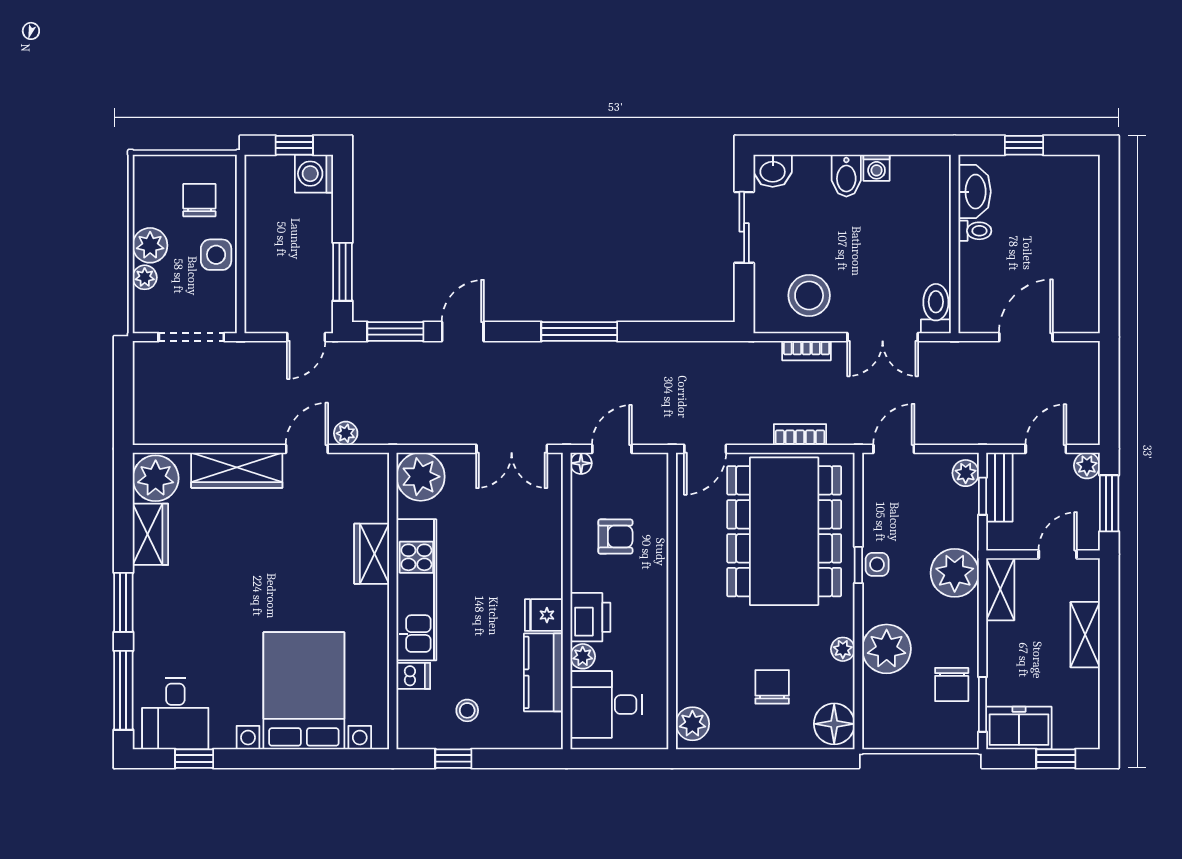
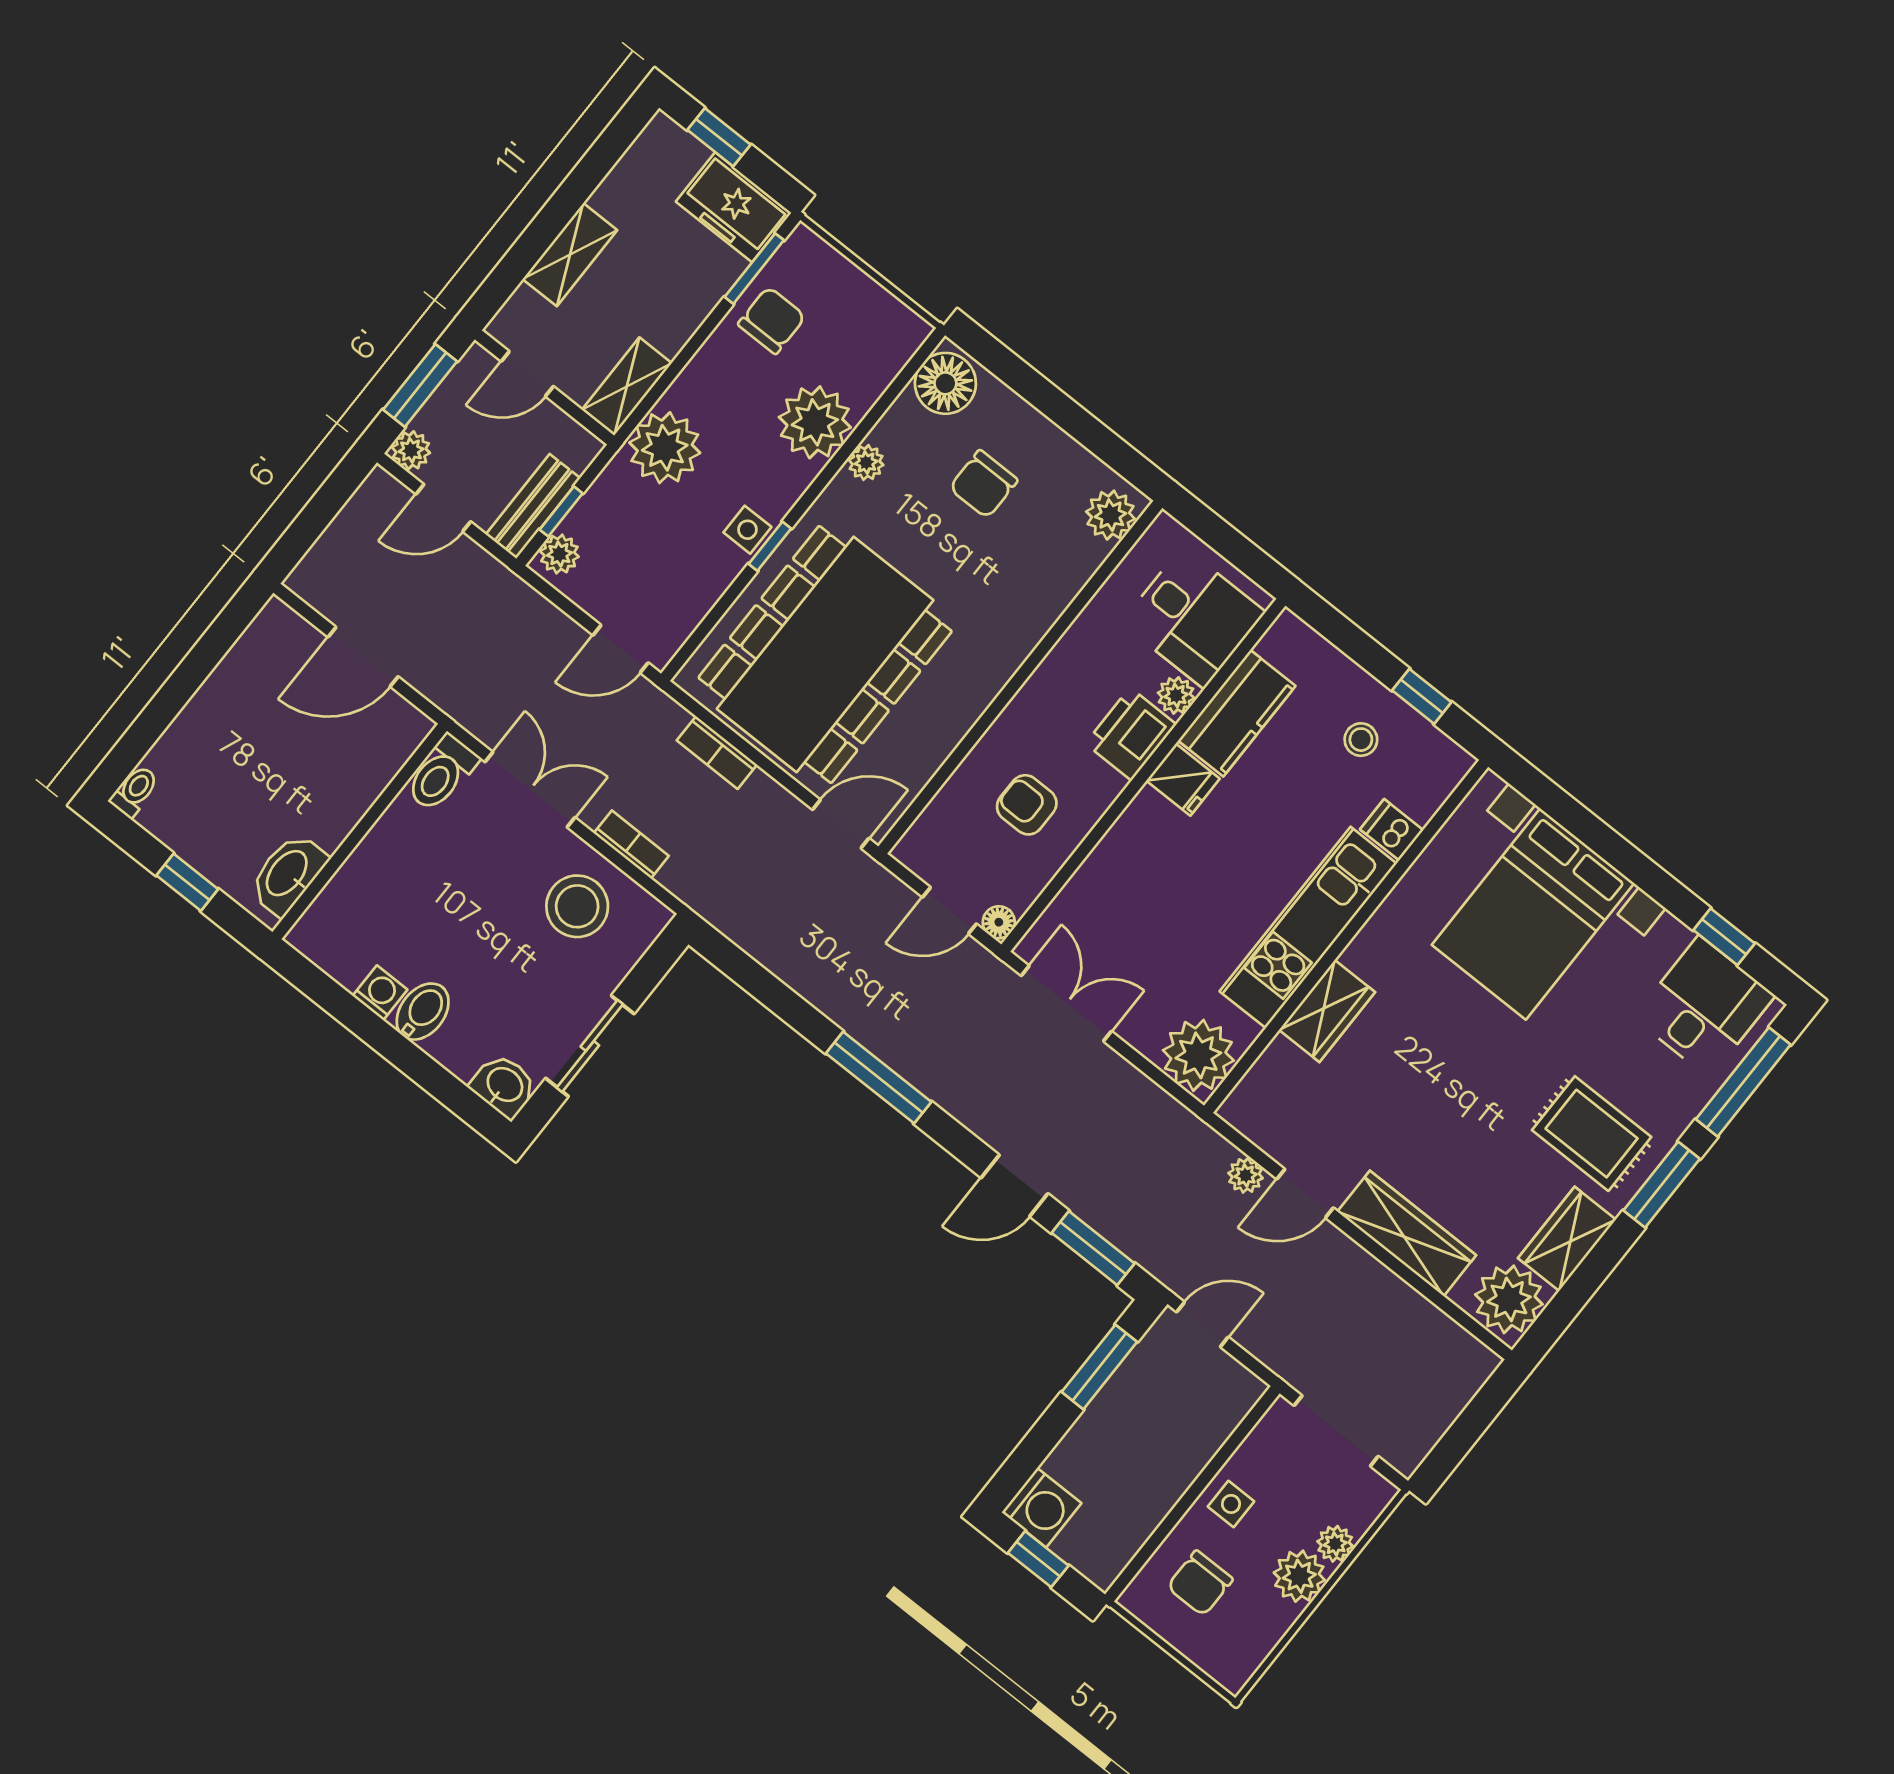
toilet: (975, 231) -> (135, 791), moved, turned 90
side table: (216, 255) -> (1231, 1504), width x0.73, depth x0.73
rug: (181, 600) -> (1592, 1134), added

